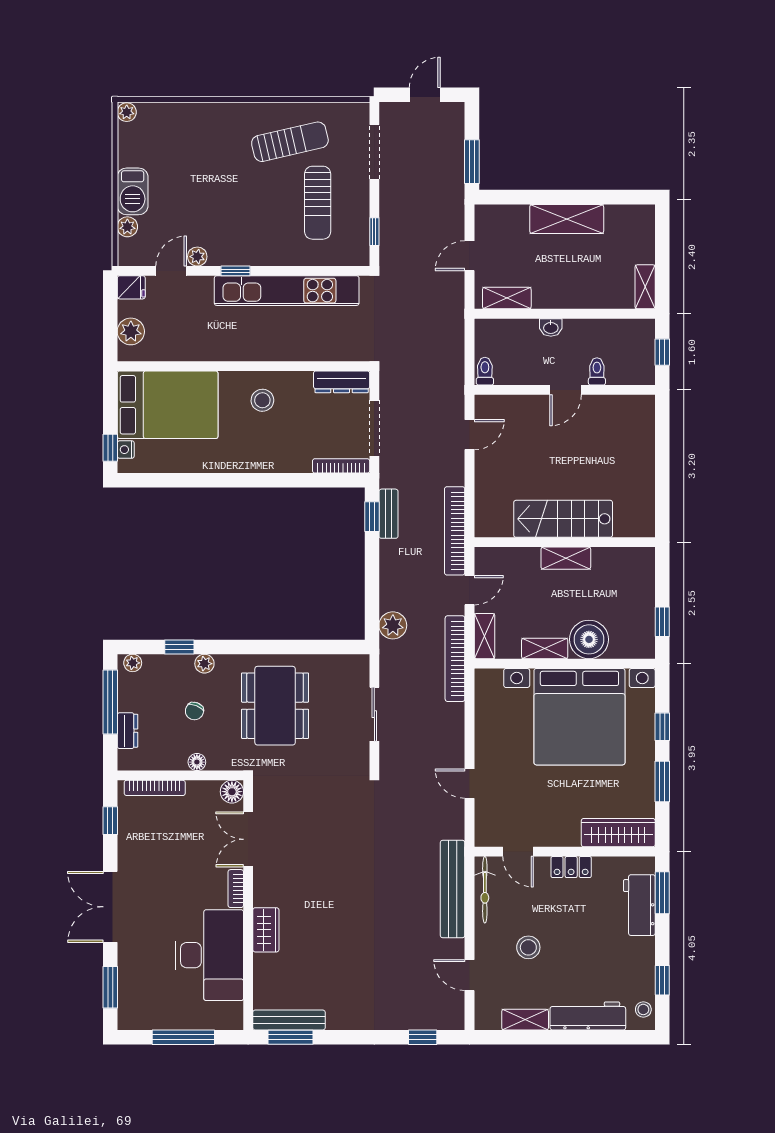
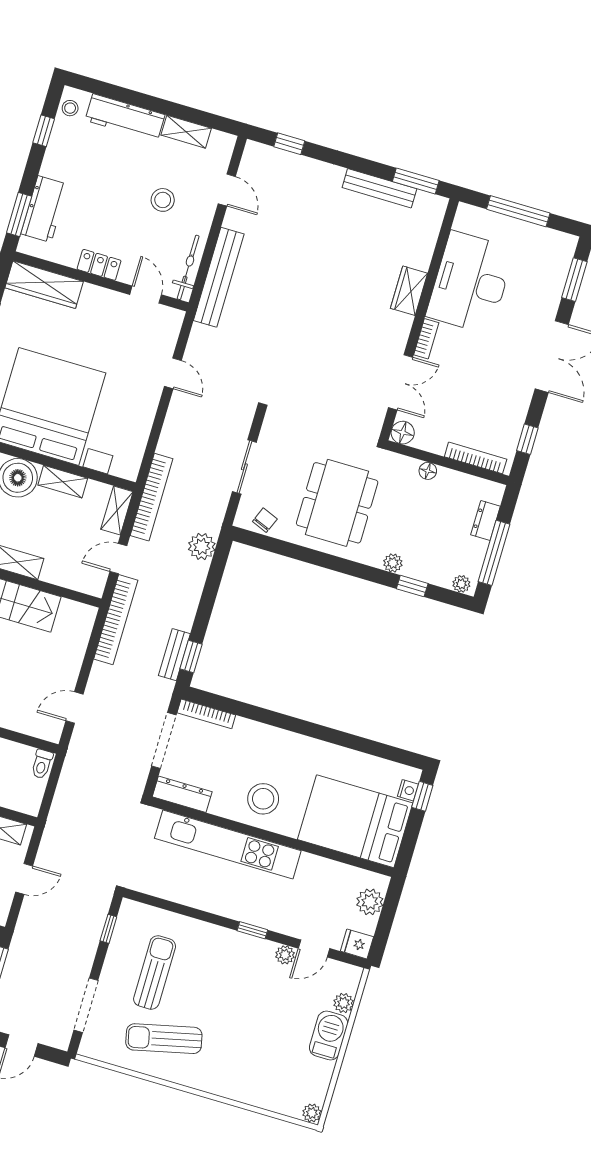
kitchen unit: (287, 291) -> (228, 844), moved, turned 180
stool: (262, 400) -> (263, 799), width x1.38, depth x1.38
chair: (194, 711) -> (265, 520), moved
bench: (289, 1020) -> (379, 188), moved

